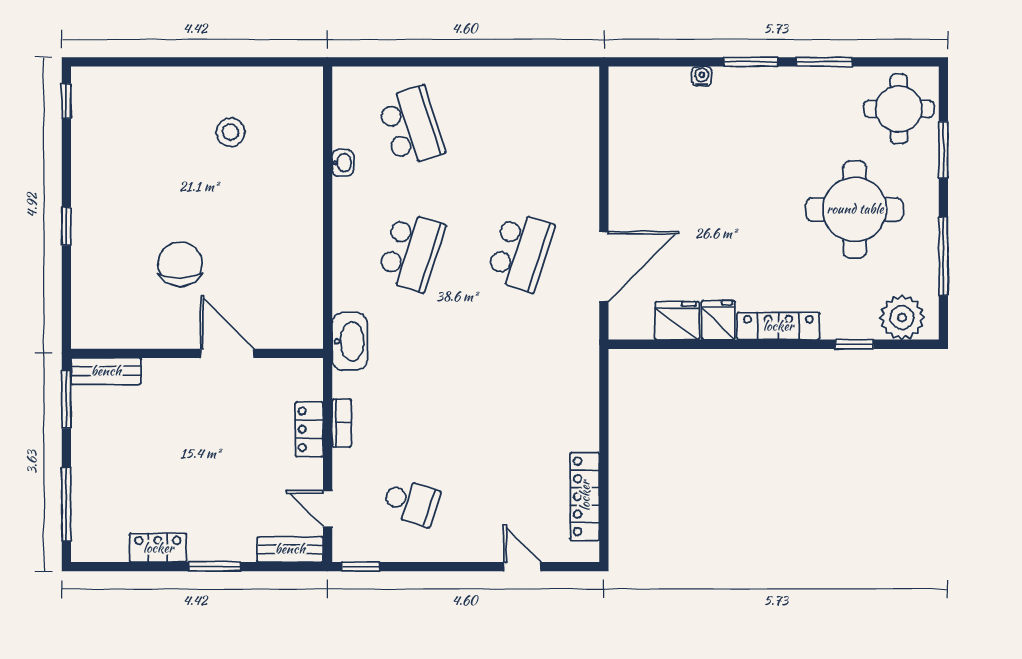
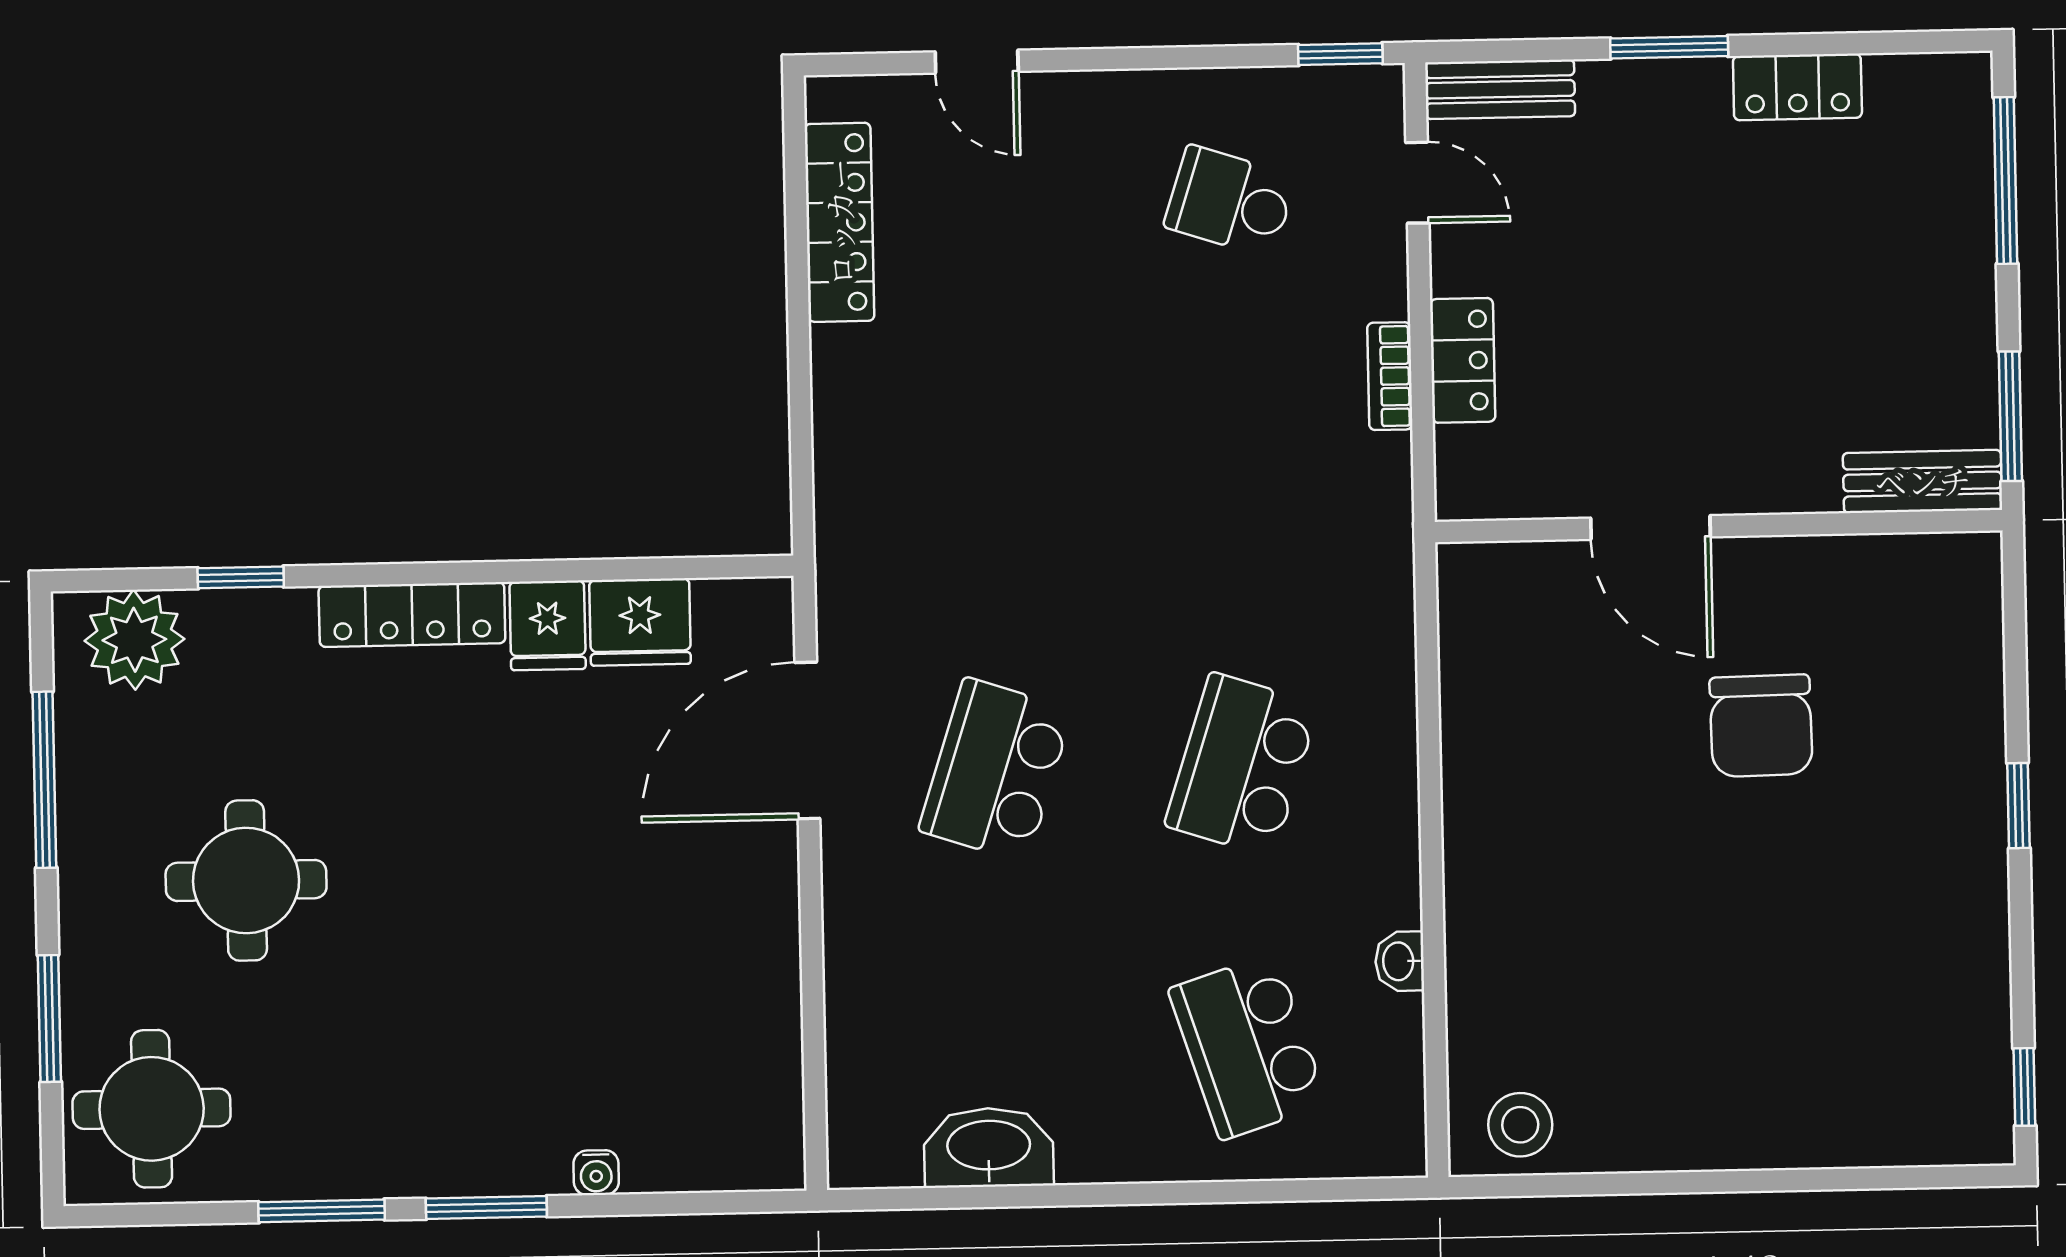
stool: (231, 132) -> (1520, 1125), moved
round table: (855, 209) -> (246, 880), width x0.73, depth x0.73
washbasin: (350, 341) -> (989, 1147), moved, turned 90

